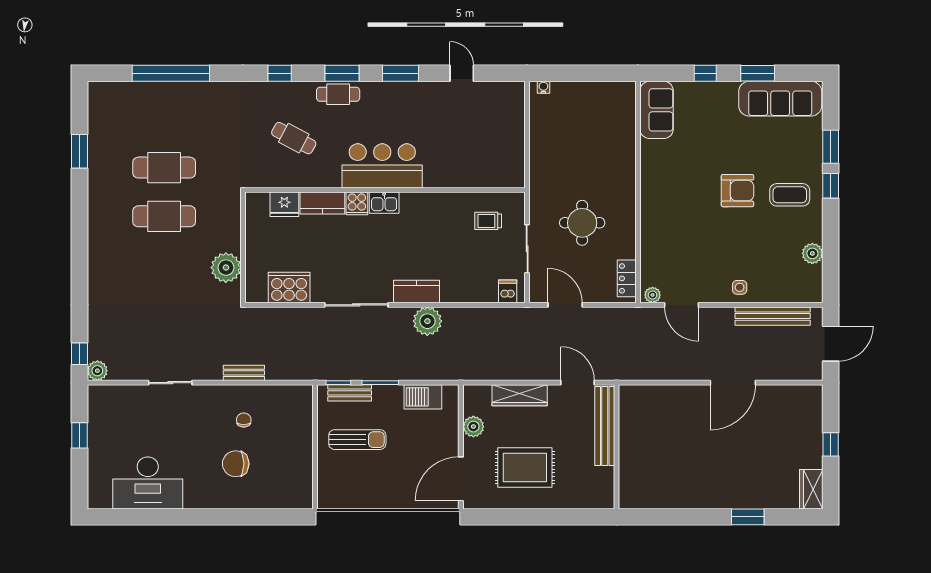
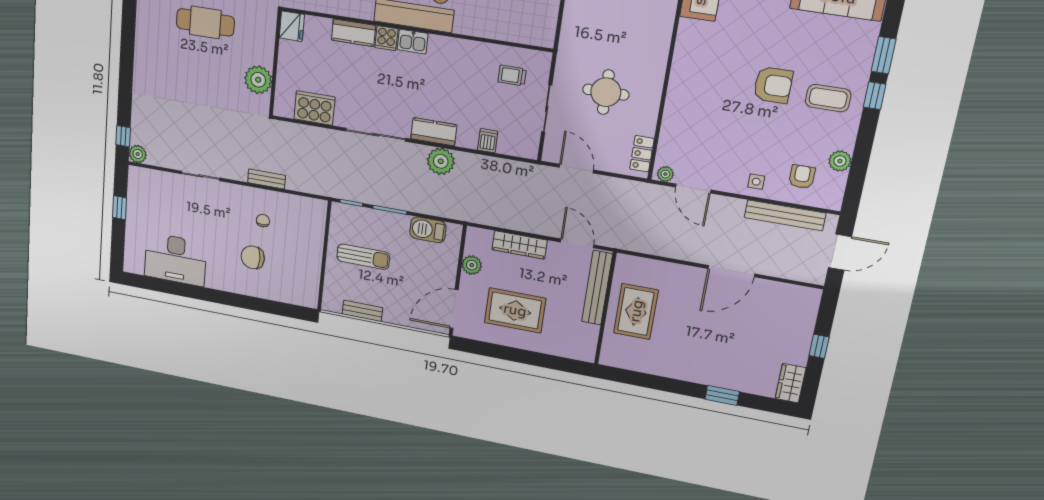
fridge: (284, 204) -> (292, 26), moved, turned -90
armchair: (781, 275) -> (802, 177), added
dishwasher: (508, 291) -> (488, 141), moved
bench: (350, 393) -> (362, 311), moved
rug: (647, 444) -> (636, 311), added

